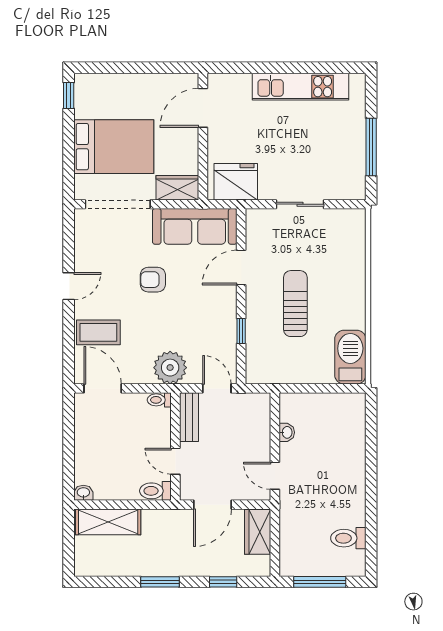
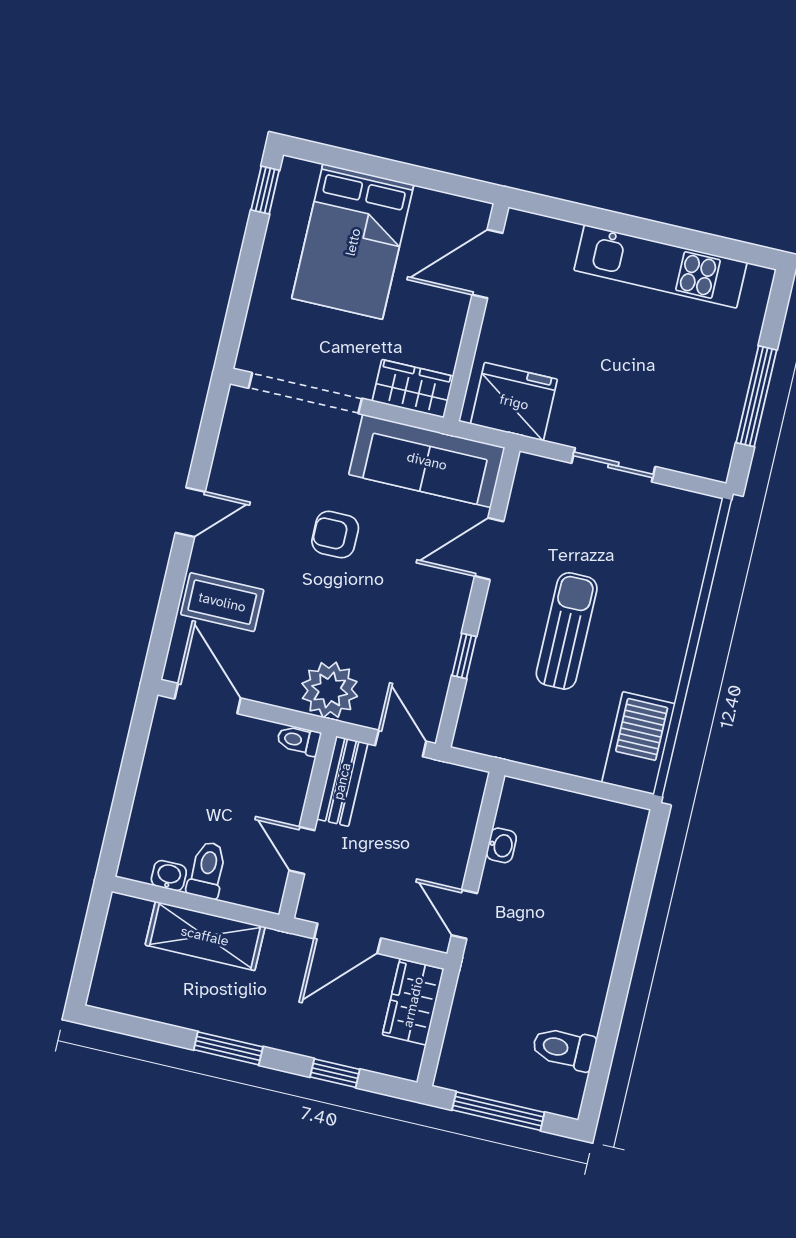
bed: (114, 147) -> (353, 242), moved, turned 90
toilet: (155, 491) -> (207, 870), moved, turned 90
washbasin: (83, 493) -> (169, 876), moved
shelving: (108, 522) -> (205, 936), moved

